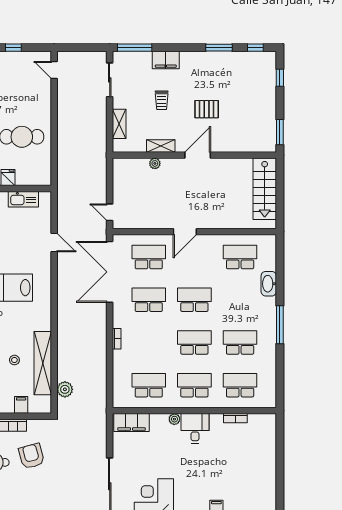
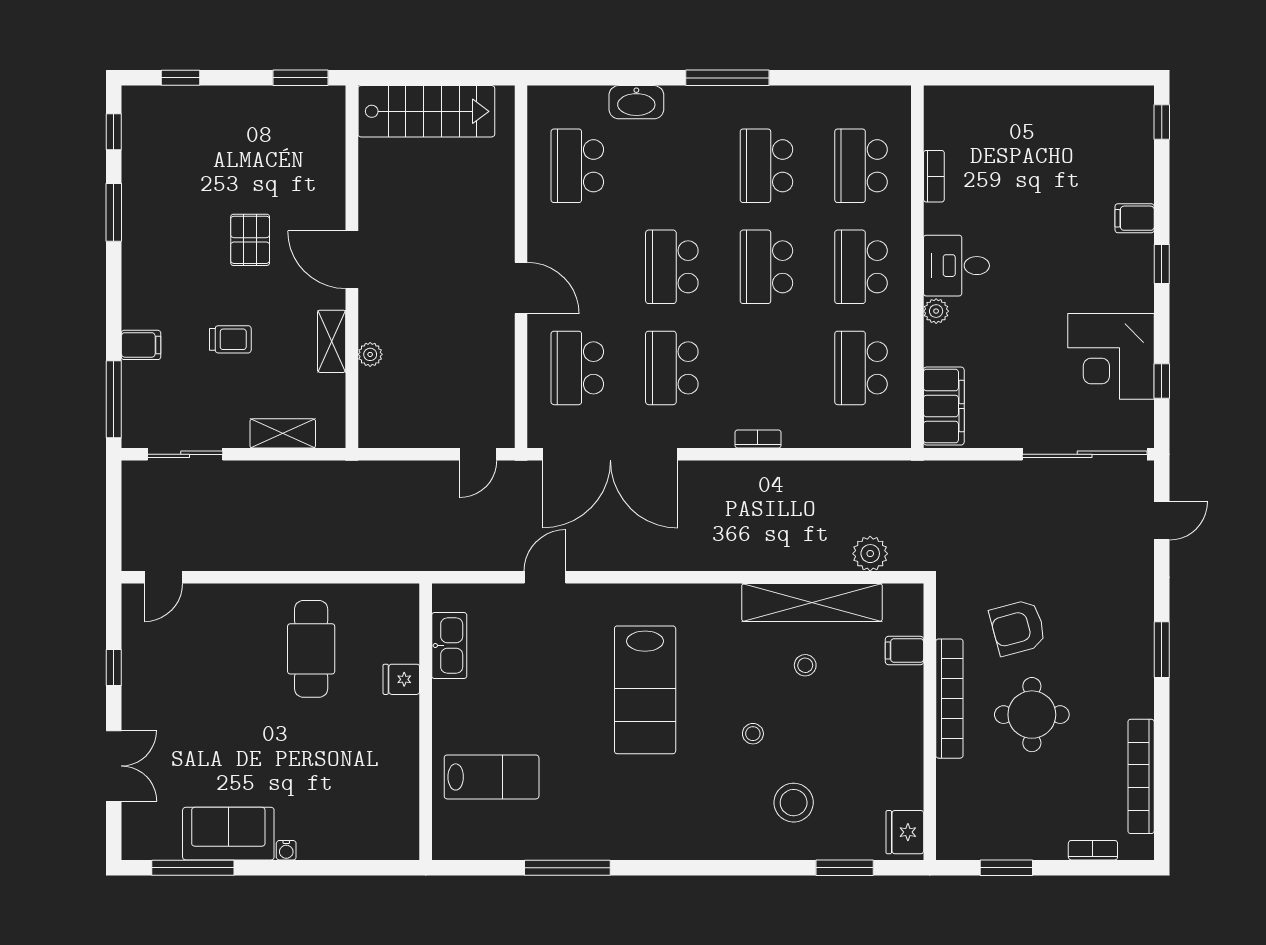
filing cabinet: (166, 60) -> (141, 345), width x0.50

